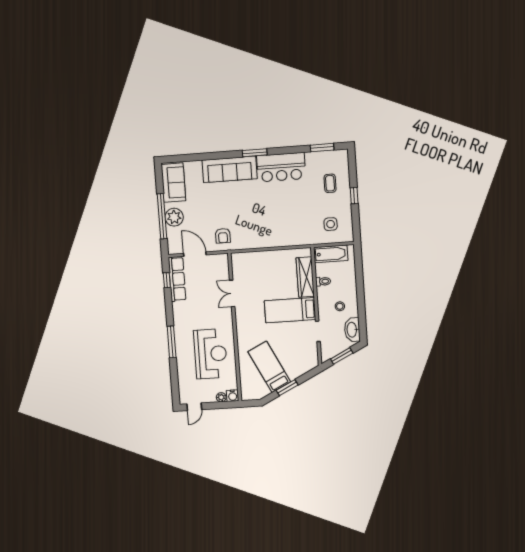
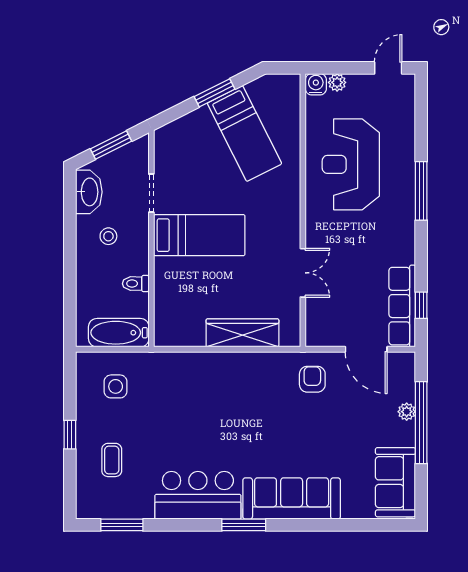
plant: (174, 217) -> (407, 412), width x0.53, depth x0.53
wardrobe: (305, 277) -> (242, 333), moved, turned -90

